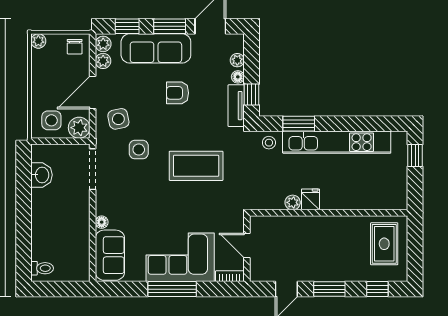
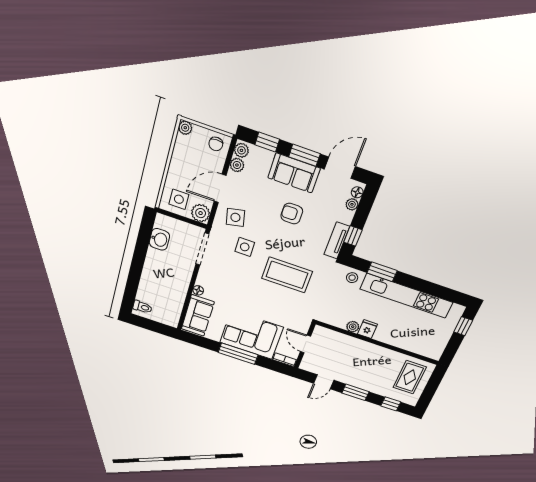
sofa: (156, 48) -> (294, 173), width x0.73
floor lamp: (238, 77) -> (357, 192), moved

